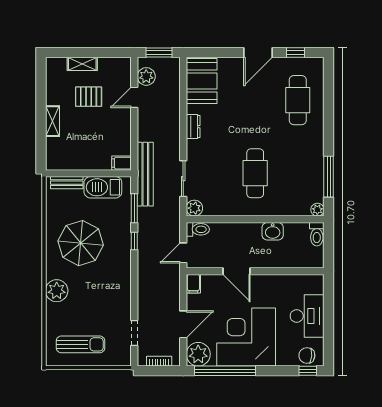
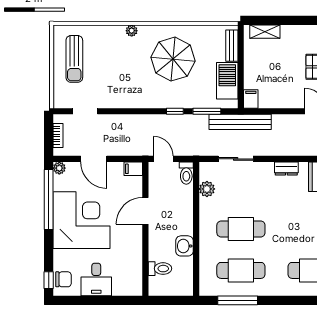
shelving: (52, 121) -> (265, 32), moved
cafe table: (298, 173) -> (241, 270), added
plant: (194, 208) -> (207, 189), moved
plant: (317, 210) -> (205, 290), removed
toilet: (317, 234) -> (160, 269), moved, turned 180
plant: (57, 291) -> (132, 31), width x0.53, depth x0.53
desk: (307, 316) -> (96, 280), width x0.73
plant: (198, 354) -> (59, 168), width x0.53, depth x0.53
chair: (307, 356) -> (63, 279), turned 85

